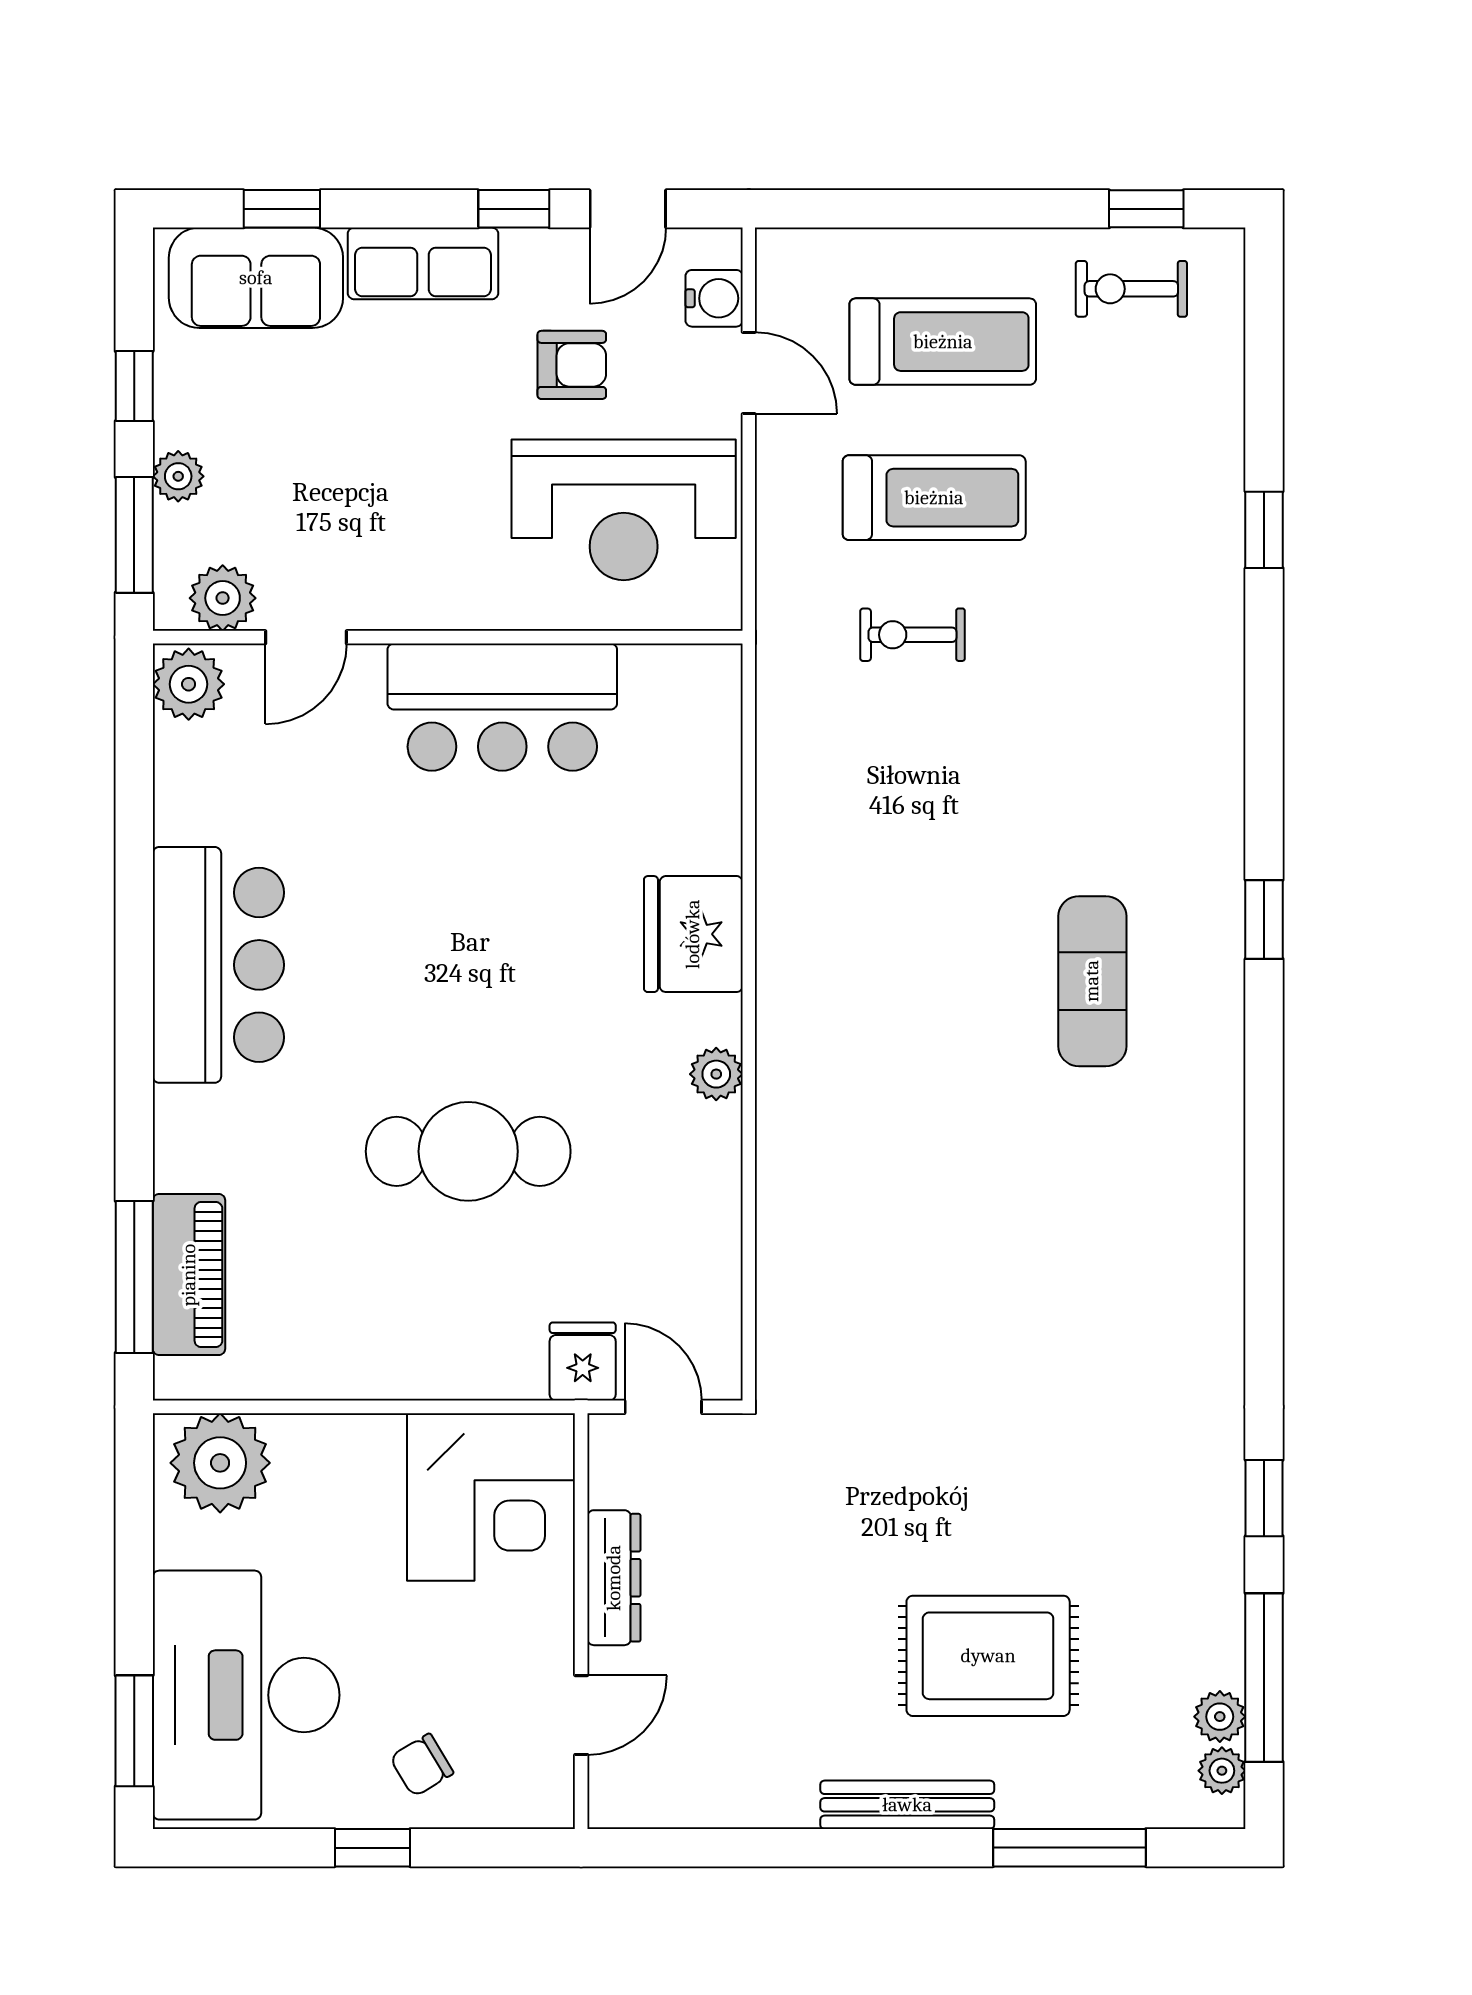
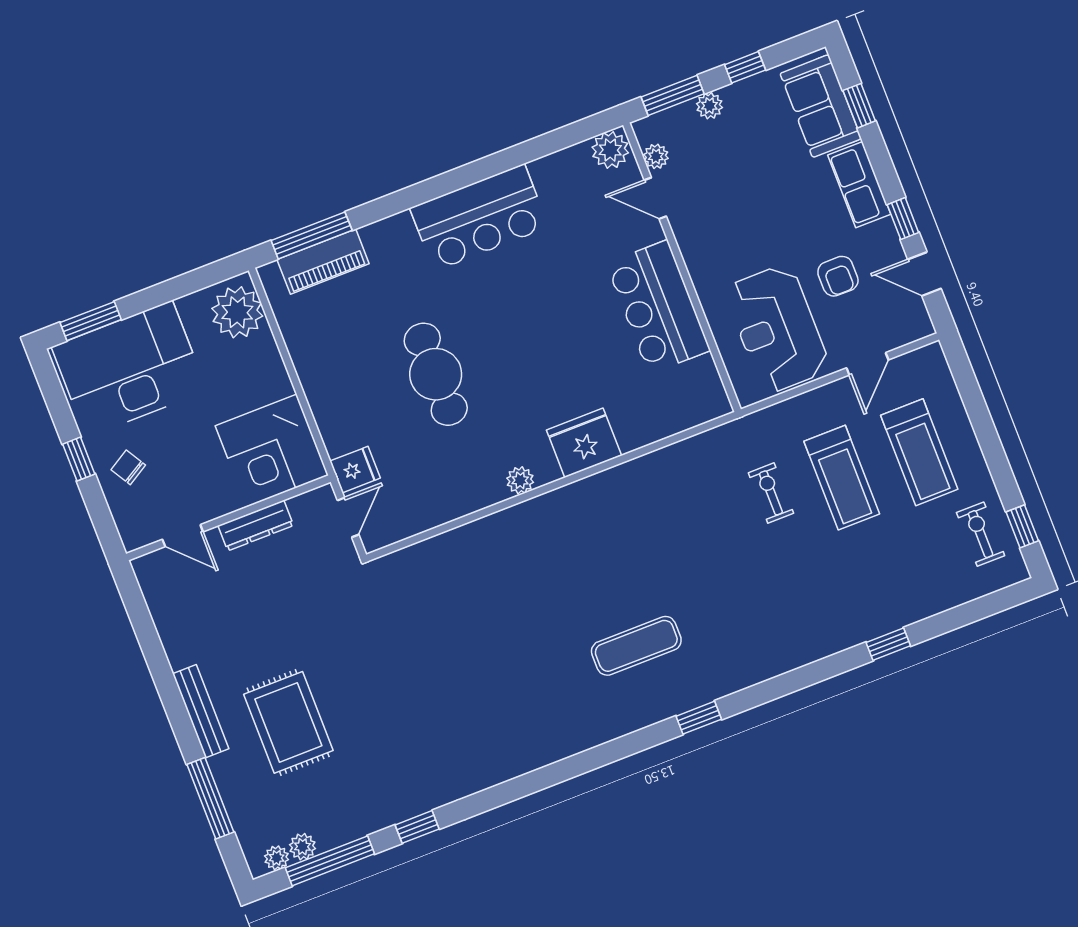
water cooler: (714, 298) -> (897, 333), removed
plant: (223, 598) -> (656, 156), width x0.73, depth x0.73

